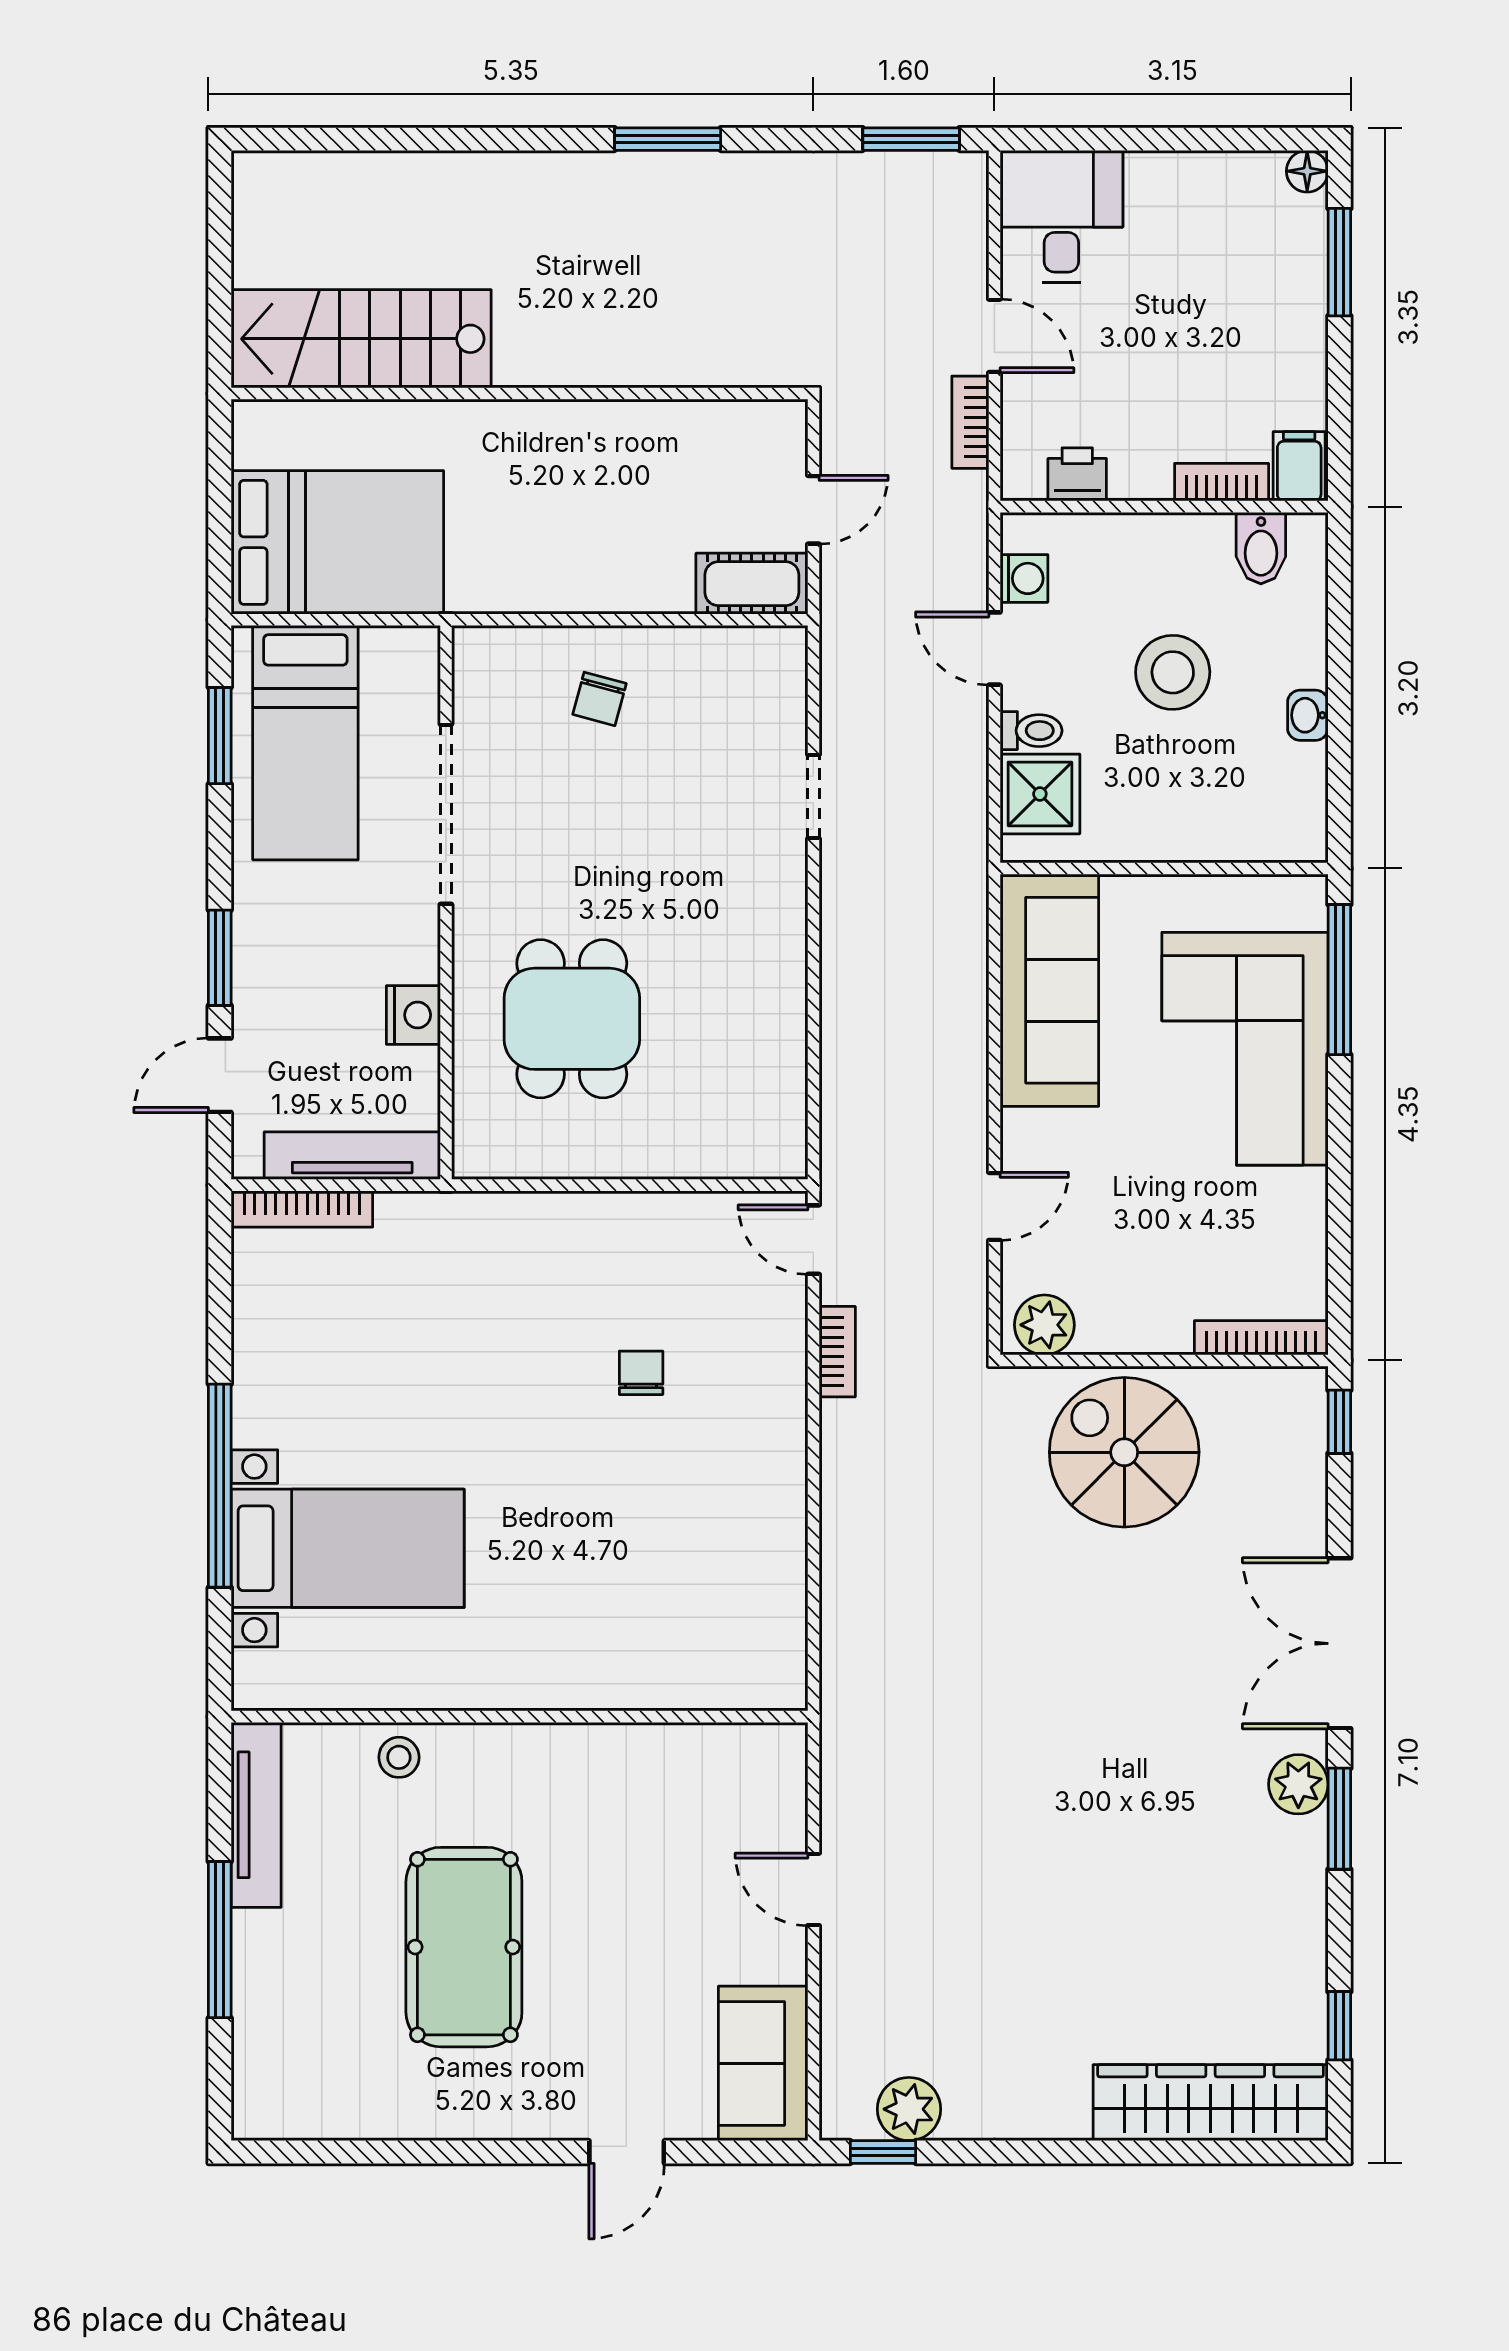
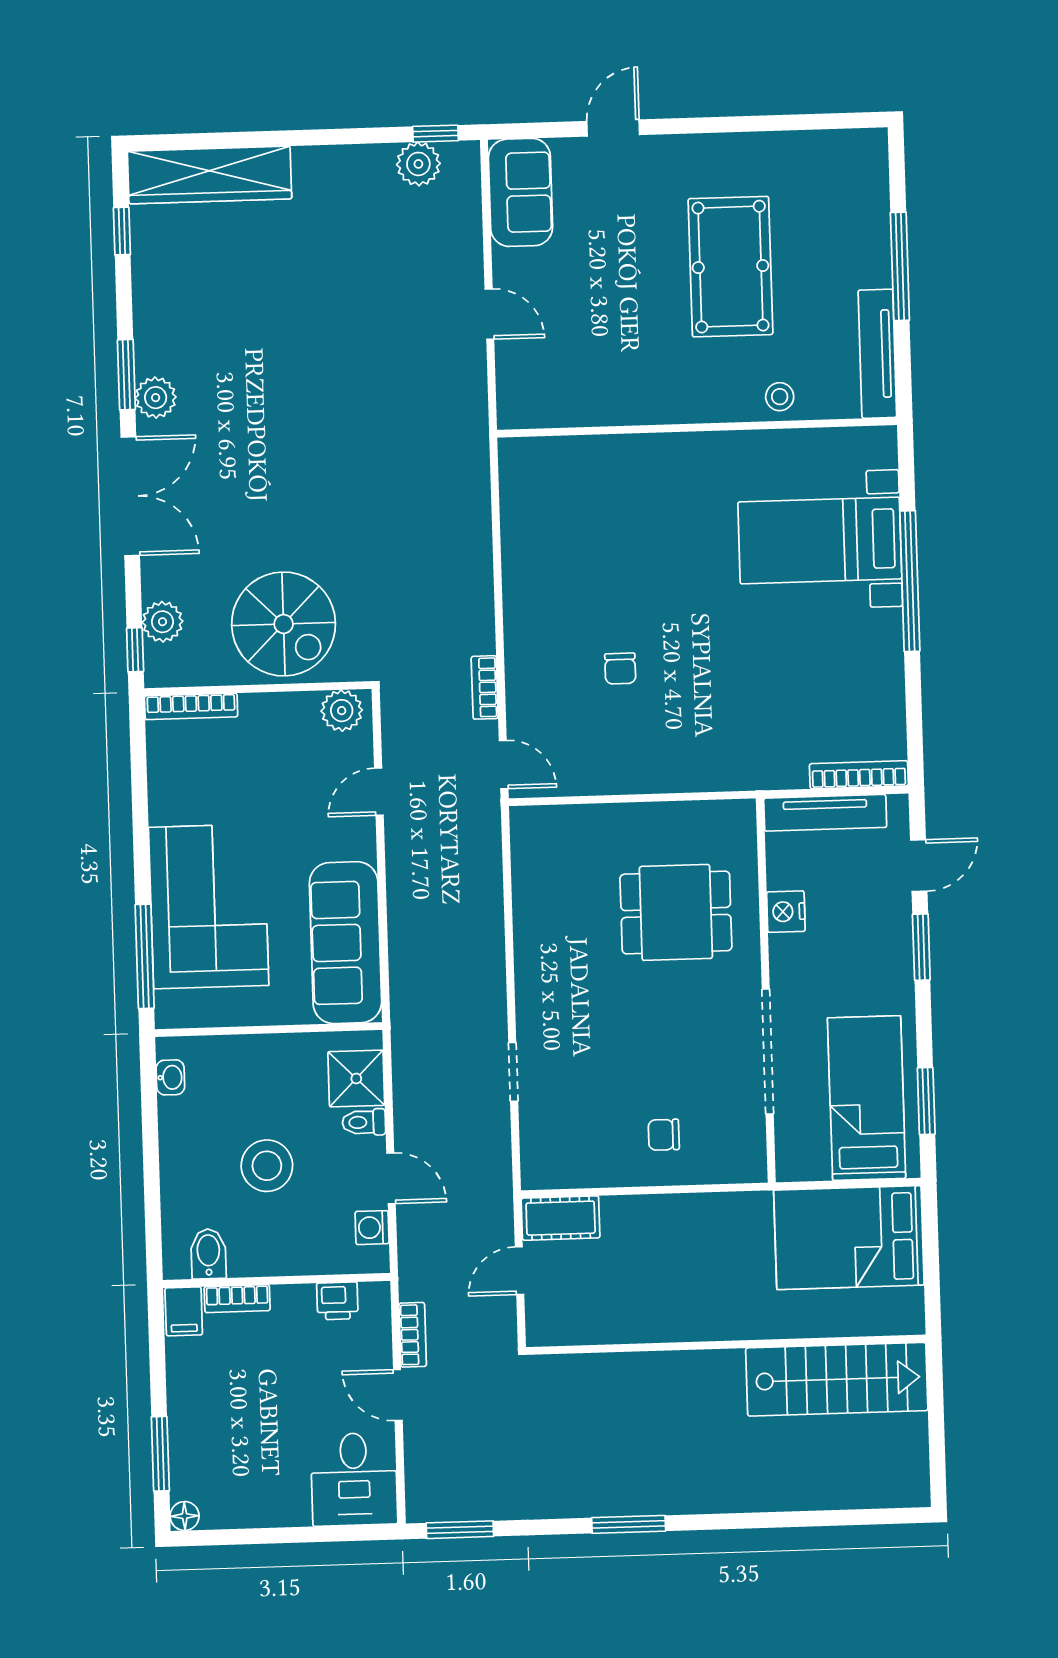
chair: (599, 699) -> (664, 1135), turned -105
washbasin: (1308, 715) -> (170, 1077), moved
dining table: (572, 1019) -> (676, 912), turned 90
plant: (1299, 1461) -> (162, 622), added

